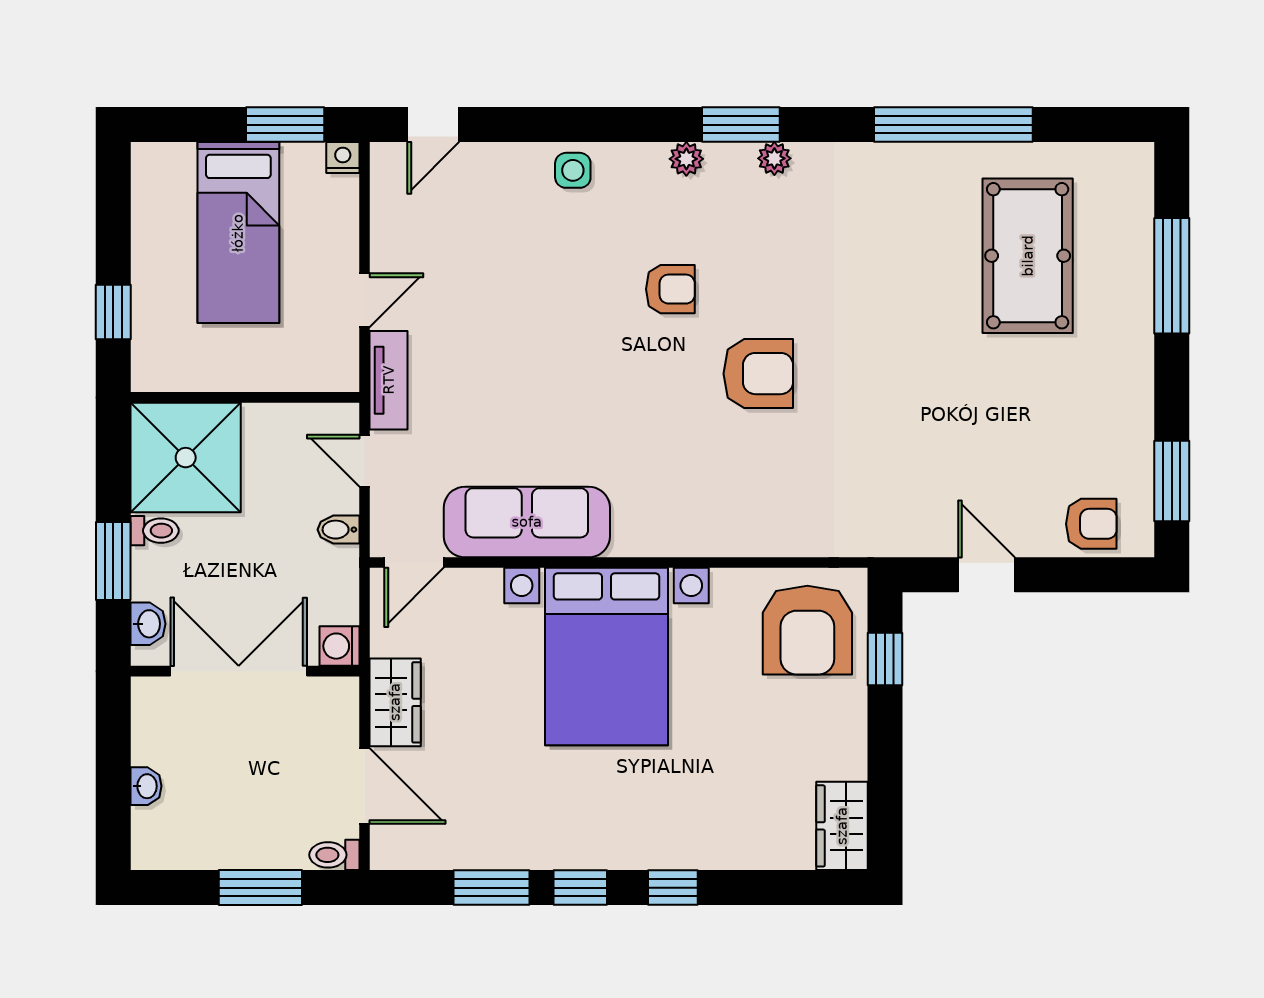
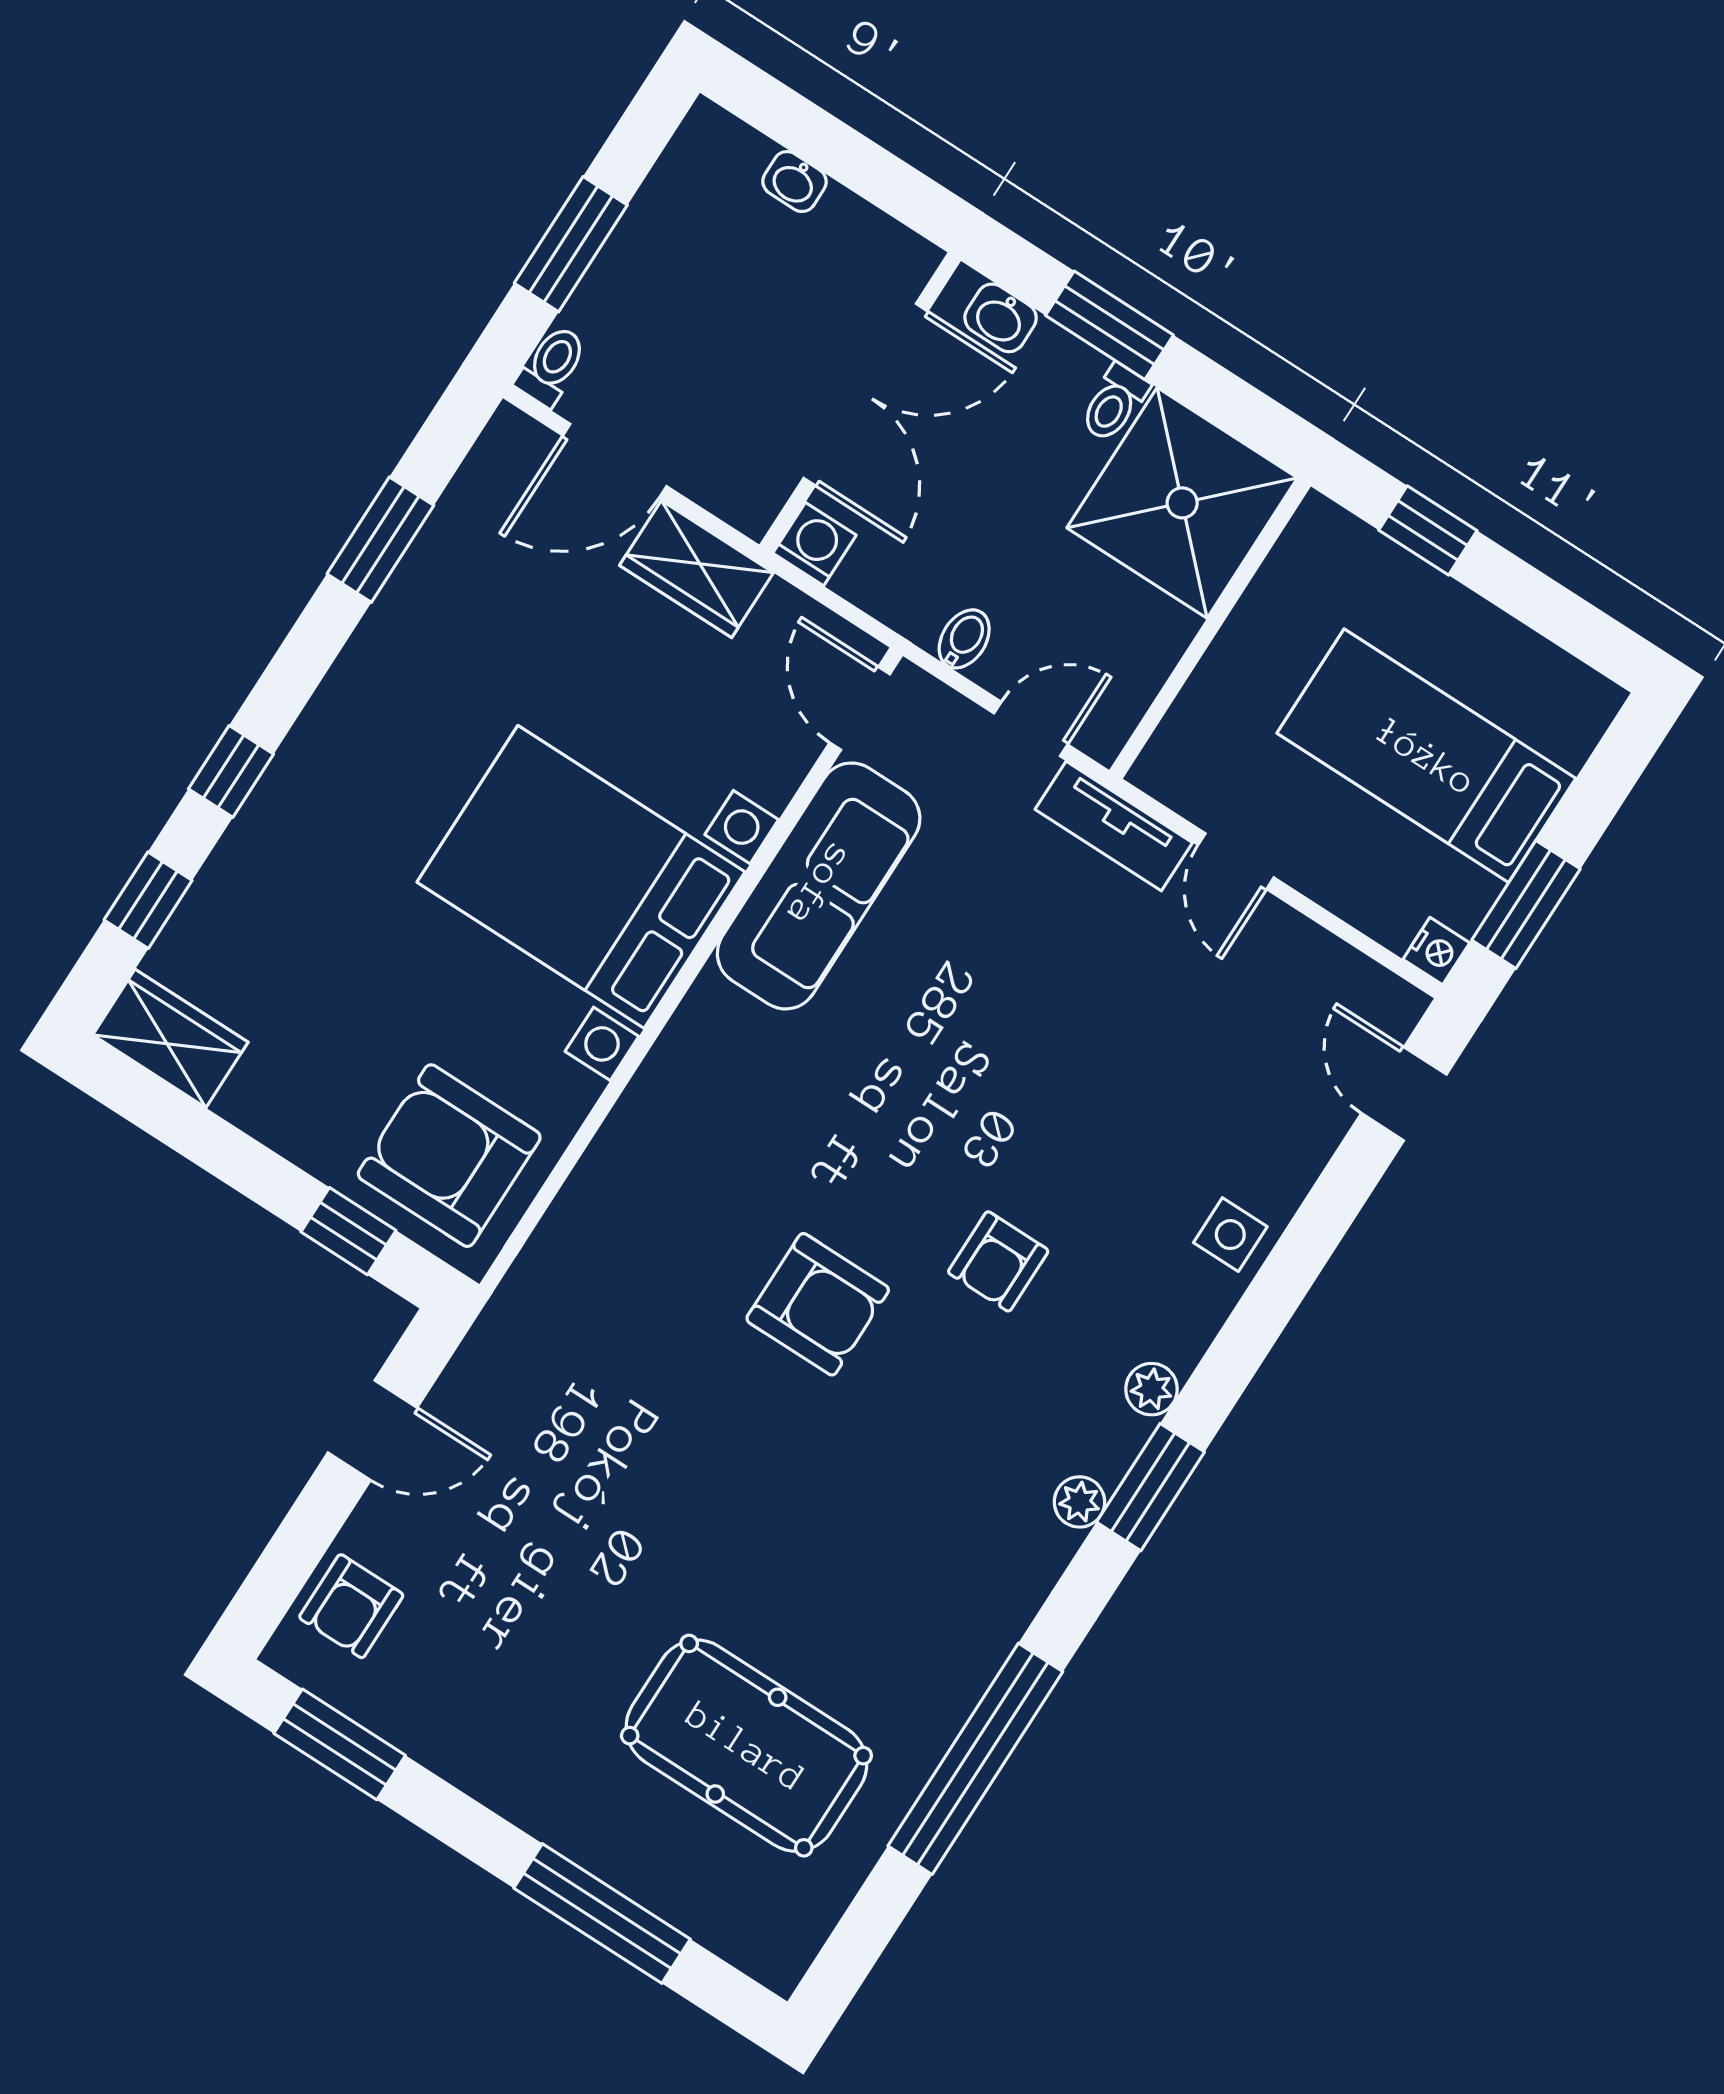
armchair: (758, 374) -> (818, 1304), turned -90
window: (580, 888) -> (148, 900), moved

